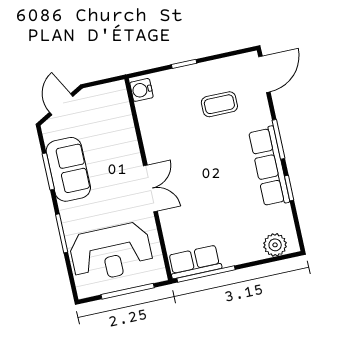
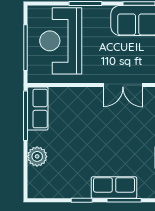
row of seats: (269, 166) -> (114, 188), width x0.68
double door: (150, 188) -> (123, 85), moved
plant: (275, 245) -> (37, 156), moved

